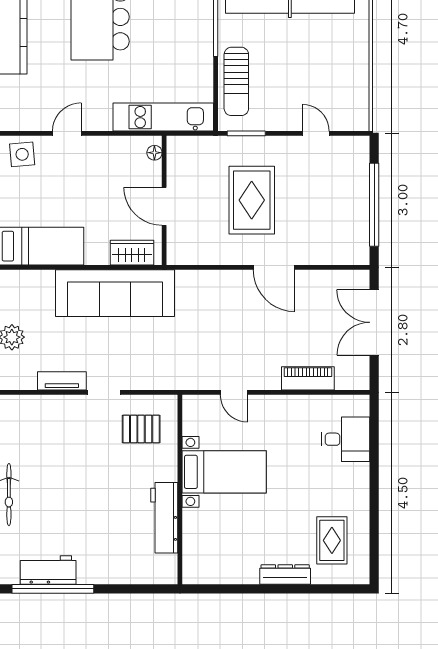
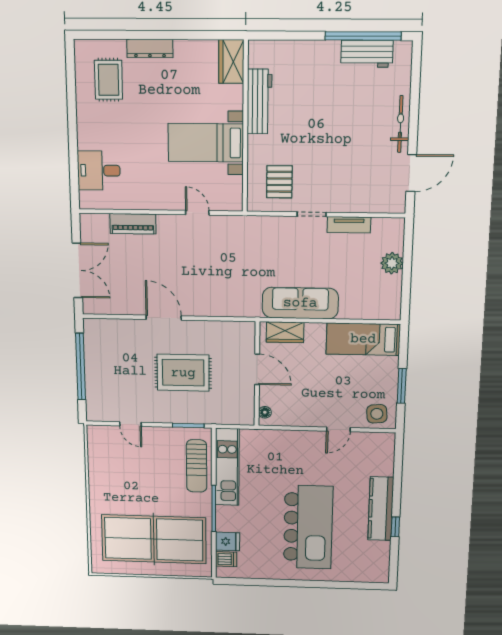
sun lounger: (236, 81) -> (197, 466), turned 180
kitchen unit: (163, 117) -> (227, 467), moved, turned -90
rug: (252, 200) -> (183, 373), turned 90
sofa: (115, 293) -> (300, 303), width x0.74, depth x0.79
pallet: (141, 429) -> (279, 182), turned 90
wardrobe: (196, 561) -> (231, 62), added

